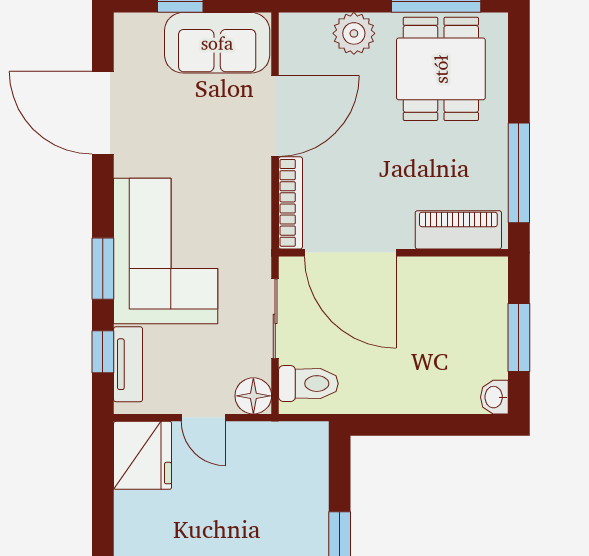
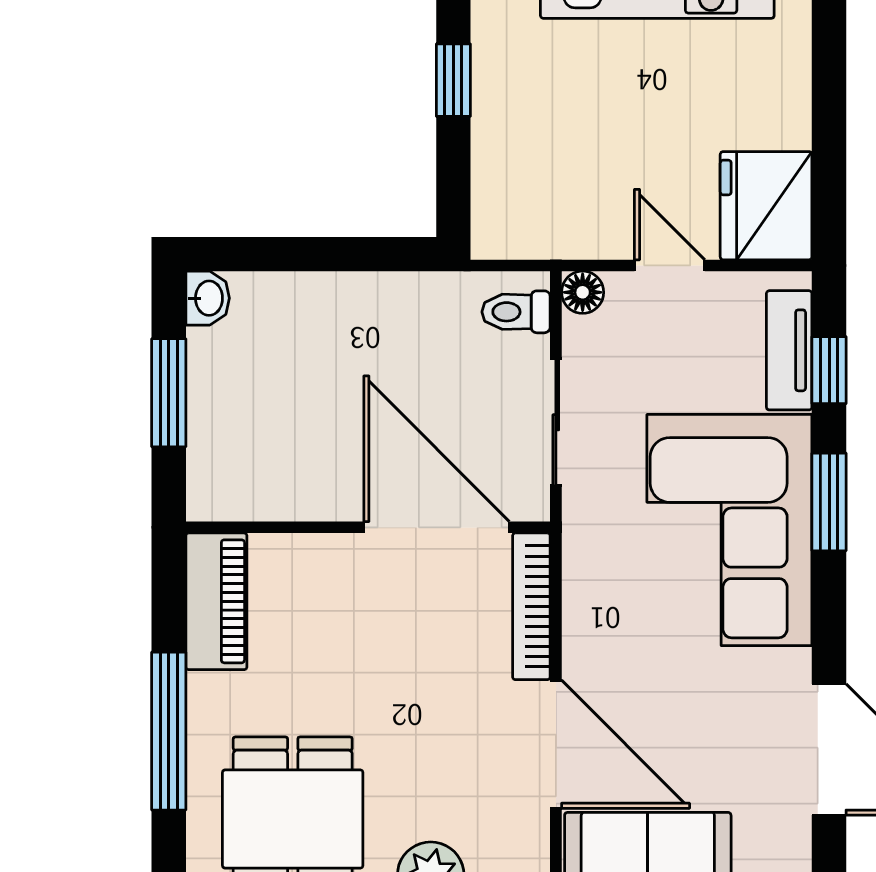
door: (275, 116) -> (556, 744), swing flipped
window: (519, 173) -> (169, 731), moved
piano: (458, 230) -> (216, 601), moved, turned -90
toilet: (308, 384) -> (516, 312), width x0.73, depth x0.72
floor lamp: (253, 396) -> (583, 292), width x0.73, depth x0.73

